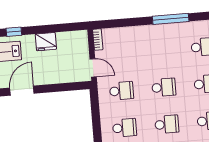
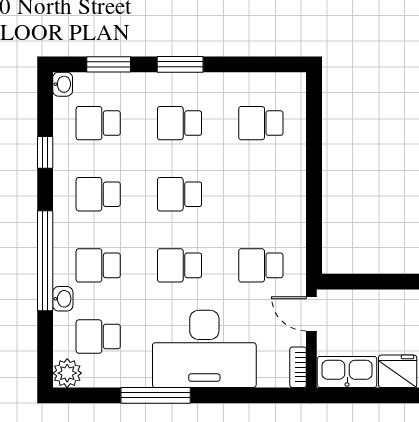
kitchen sink: (72, 39) -> (347, 372), added
desk: (147, 45) -> (204, 349), added
school desk: (125, 128) -> (261, 194), removed

